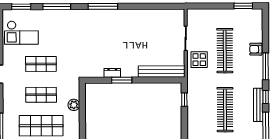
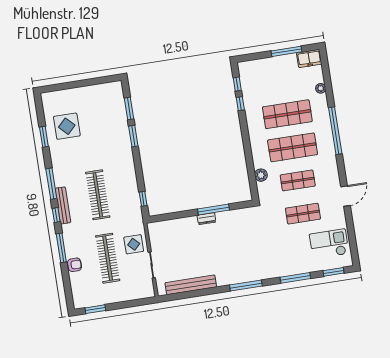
bench: (162, 71) -> (191, 285), moved
dresser: (112, 73) -> (206, 219), moved
window: (122, 80) -> (213, 210), width x1.44

